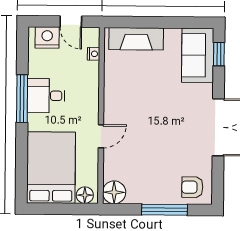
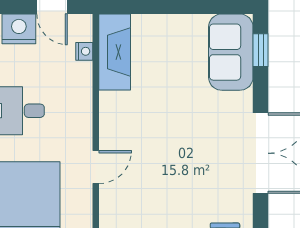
fireplace: (136, 39) -> (115, 52), moved, turned -90

